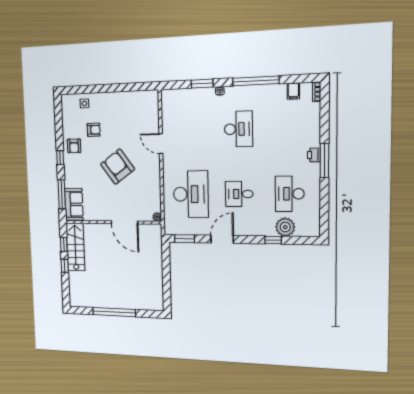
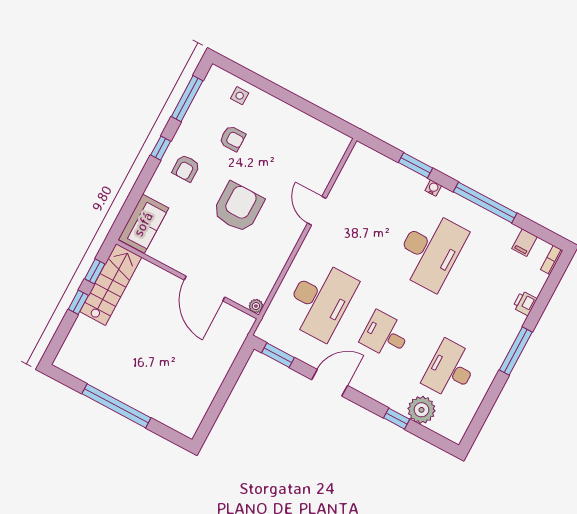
desk: (238, 129) -> (430, 251), width x1.36, depth x1.30
armchair: (74, 146) -> (186, 168), moved
printer: (314, 155) -> (525, 303), moved
armchair: (118, 167) -> (238, 207), turned 36
window: (62, 194) -> (187, 99), moved

